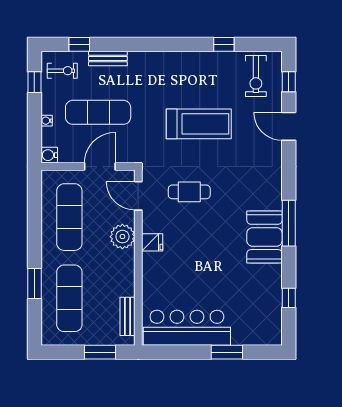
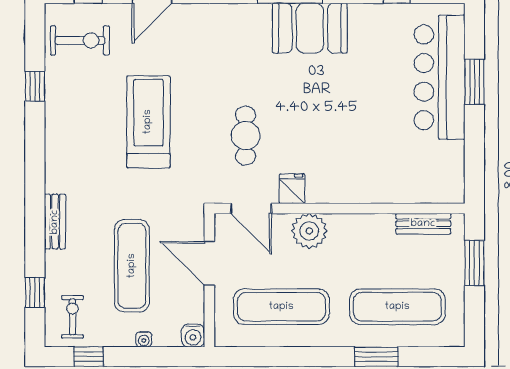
bench: (108, 58) -> (55, 222), moved
door: (138, 196) -> (251, 209), hinge flipped
fridge: (152, 242) -> (292, 189), moved
bar counter: (187, 328) -> (440, 77), moved

